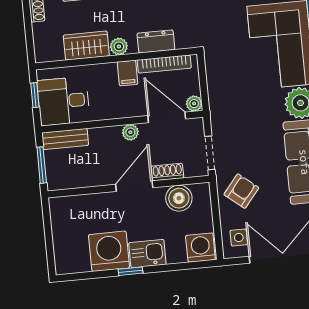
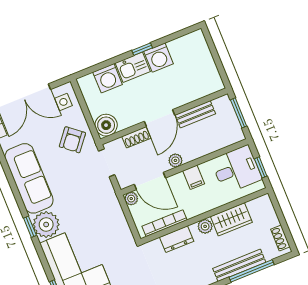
filing cabinet: (128, 73) -> (194, 177), moved, turned 180
bench: (65, 139) -> (195, 114), moved
boiler: (179, 198) -> (106, 125), moved
washing machine: (200, 248) -> (108, 78), moved
washing machine: (109, 251) -> (159, 58), width x0.73, depth x0.73

